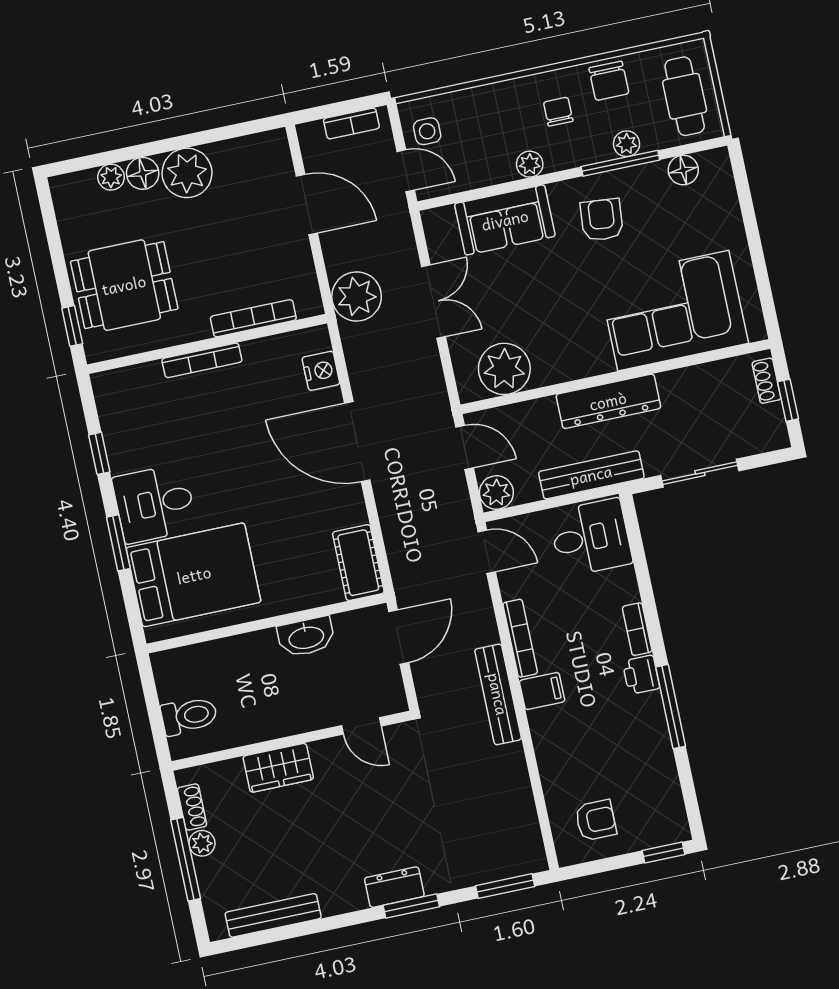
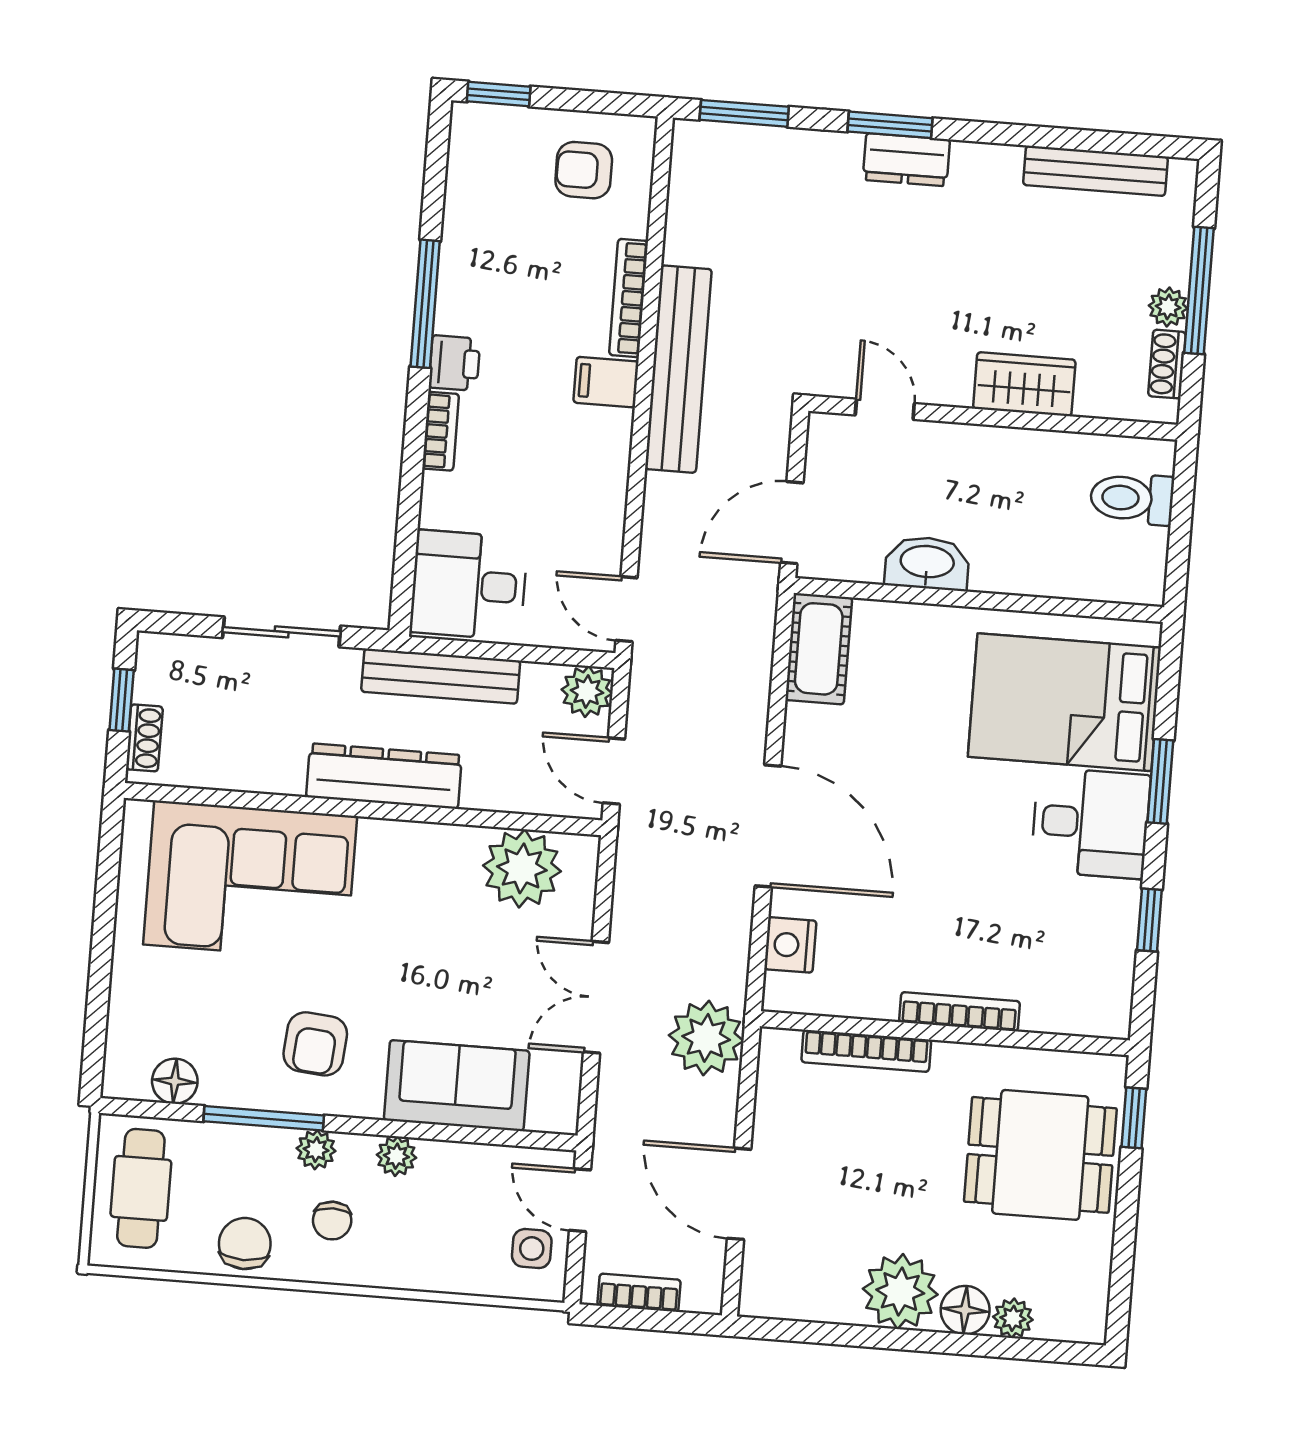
plant: (627, 144) -> (316, 1150), moved
bookcase: (520, 638) -> (629, 298), moved
bench: (498, 694) -> (678, 369), width x1.37, depth x1.21

